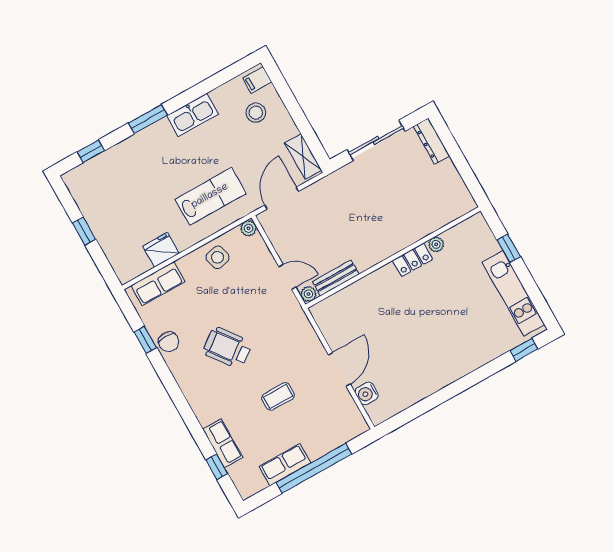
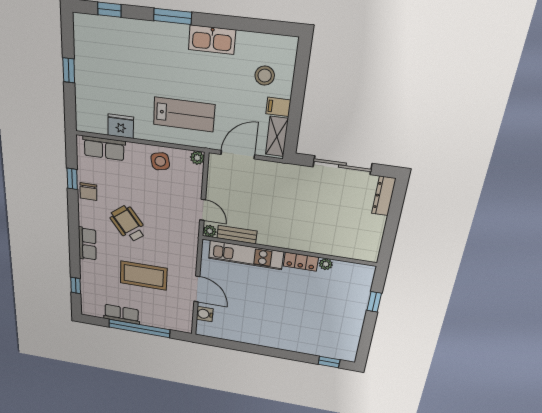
filing cabinet: (257, 80) -> (278, 107), moved
kitchen unit: (513, 293) -> (246, 255), moved, turned -90
door: (339, 369) -> (197, 289), hinge flipped
coffee table: (278, 397) -> (144, 276), width x1.86, depth x1.72
row of seats: (223, 443) -> (87, 244), moved

